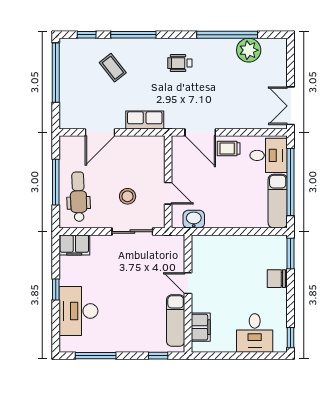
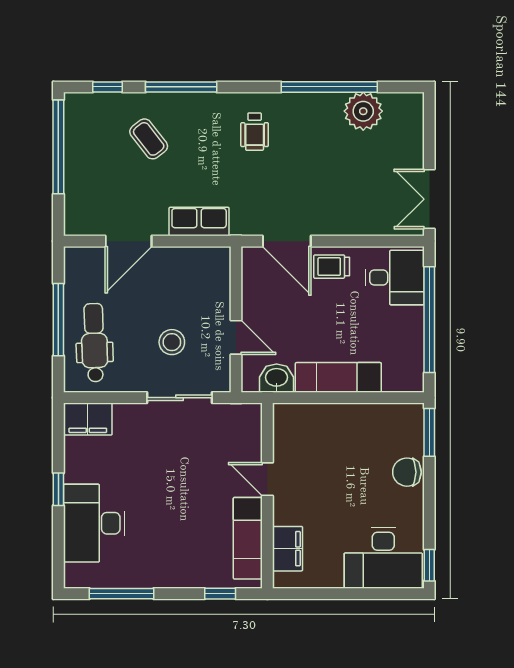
wheelchair: (180, 63) -> (255, 132), turned -90
exam couch: (278, 201) -> (338, 377), moved, turned 90
desk: (255, 333) -> (383, 558), width x1.37

